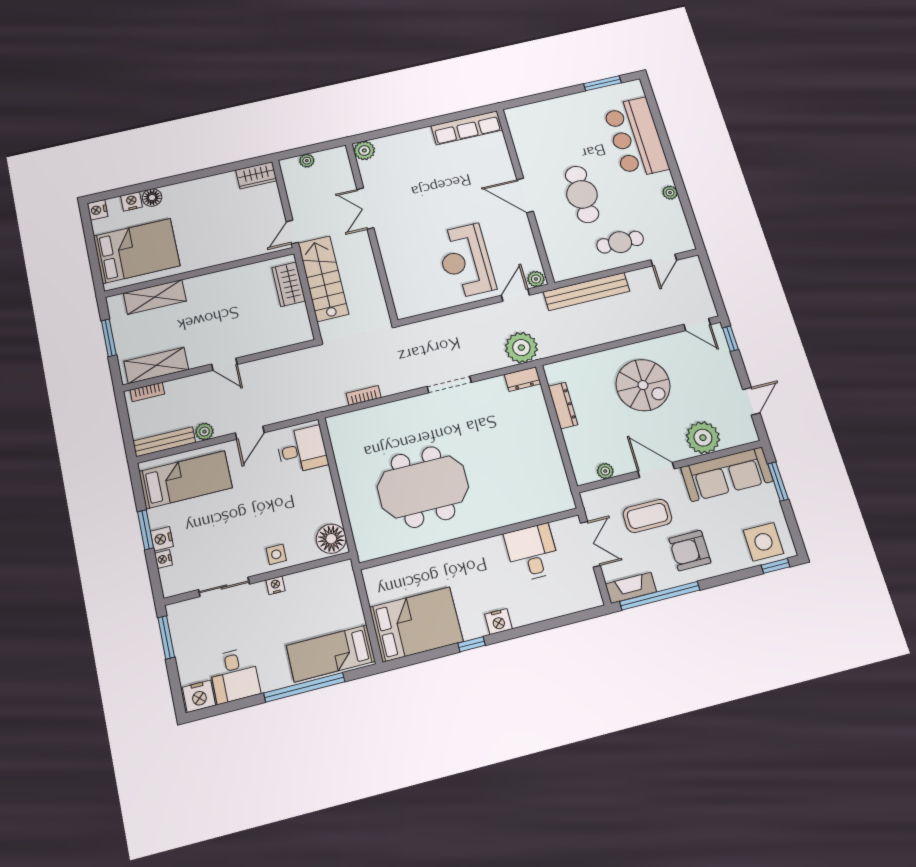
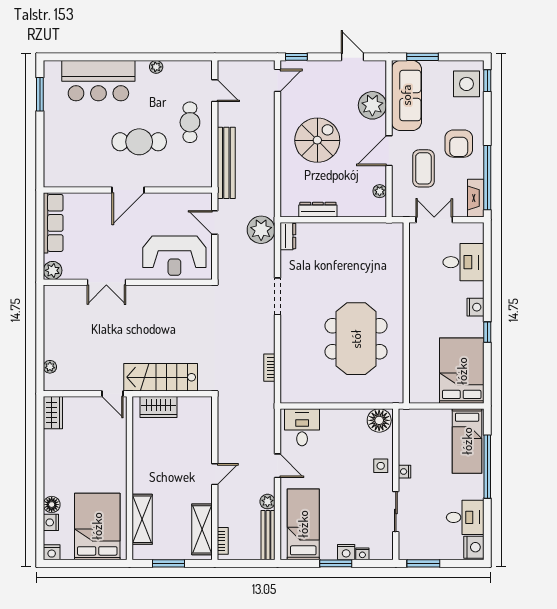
plant: (364, 150) -> (53, 270), moved
double door: (365, 209) -> (106, 282), moved
wall: (371, 231) -> (128, 282), moved
plant: (536, 279) -> (205, 202), removed
desk: (532, 552) -> (463, 262), moved, turned 180

